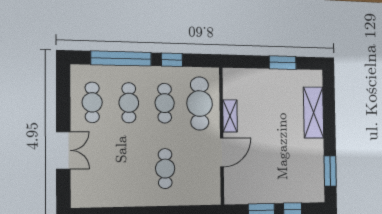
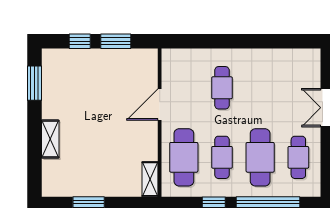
cafe table: (129, 103) -> (260, 157), width x1.37, depth x1.35
shelving: (314, 113) -> (50, 139), width x0.67, depth x0.75
shelving: (230, 116) -> (150, 179), moved

